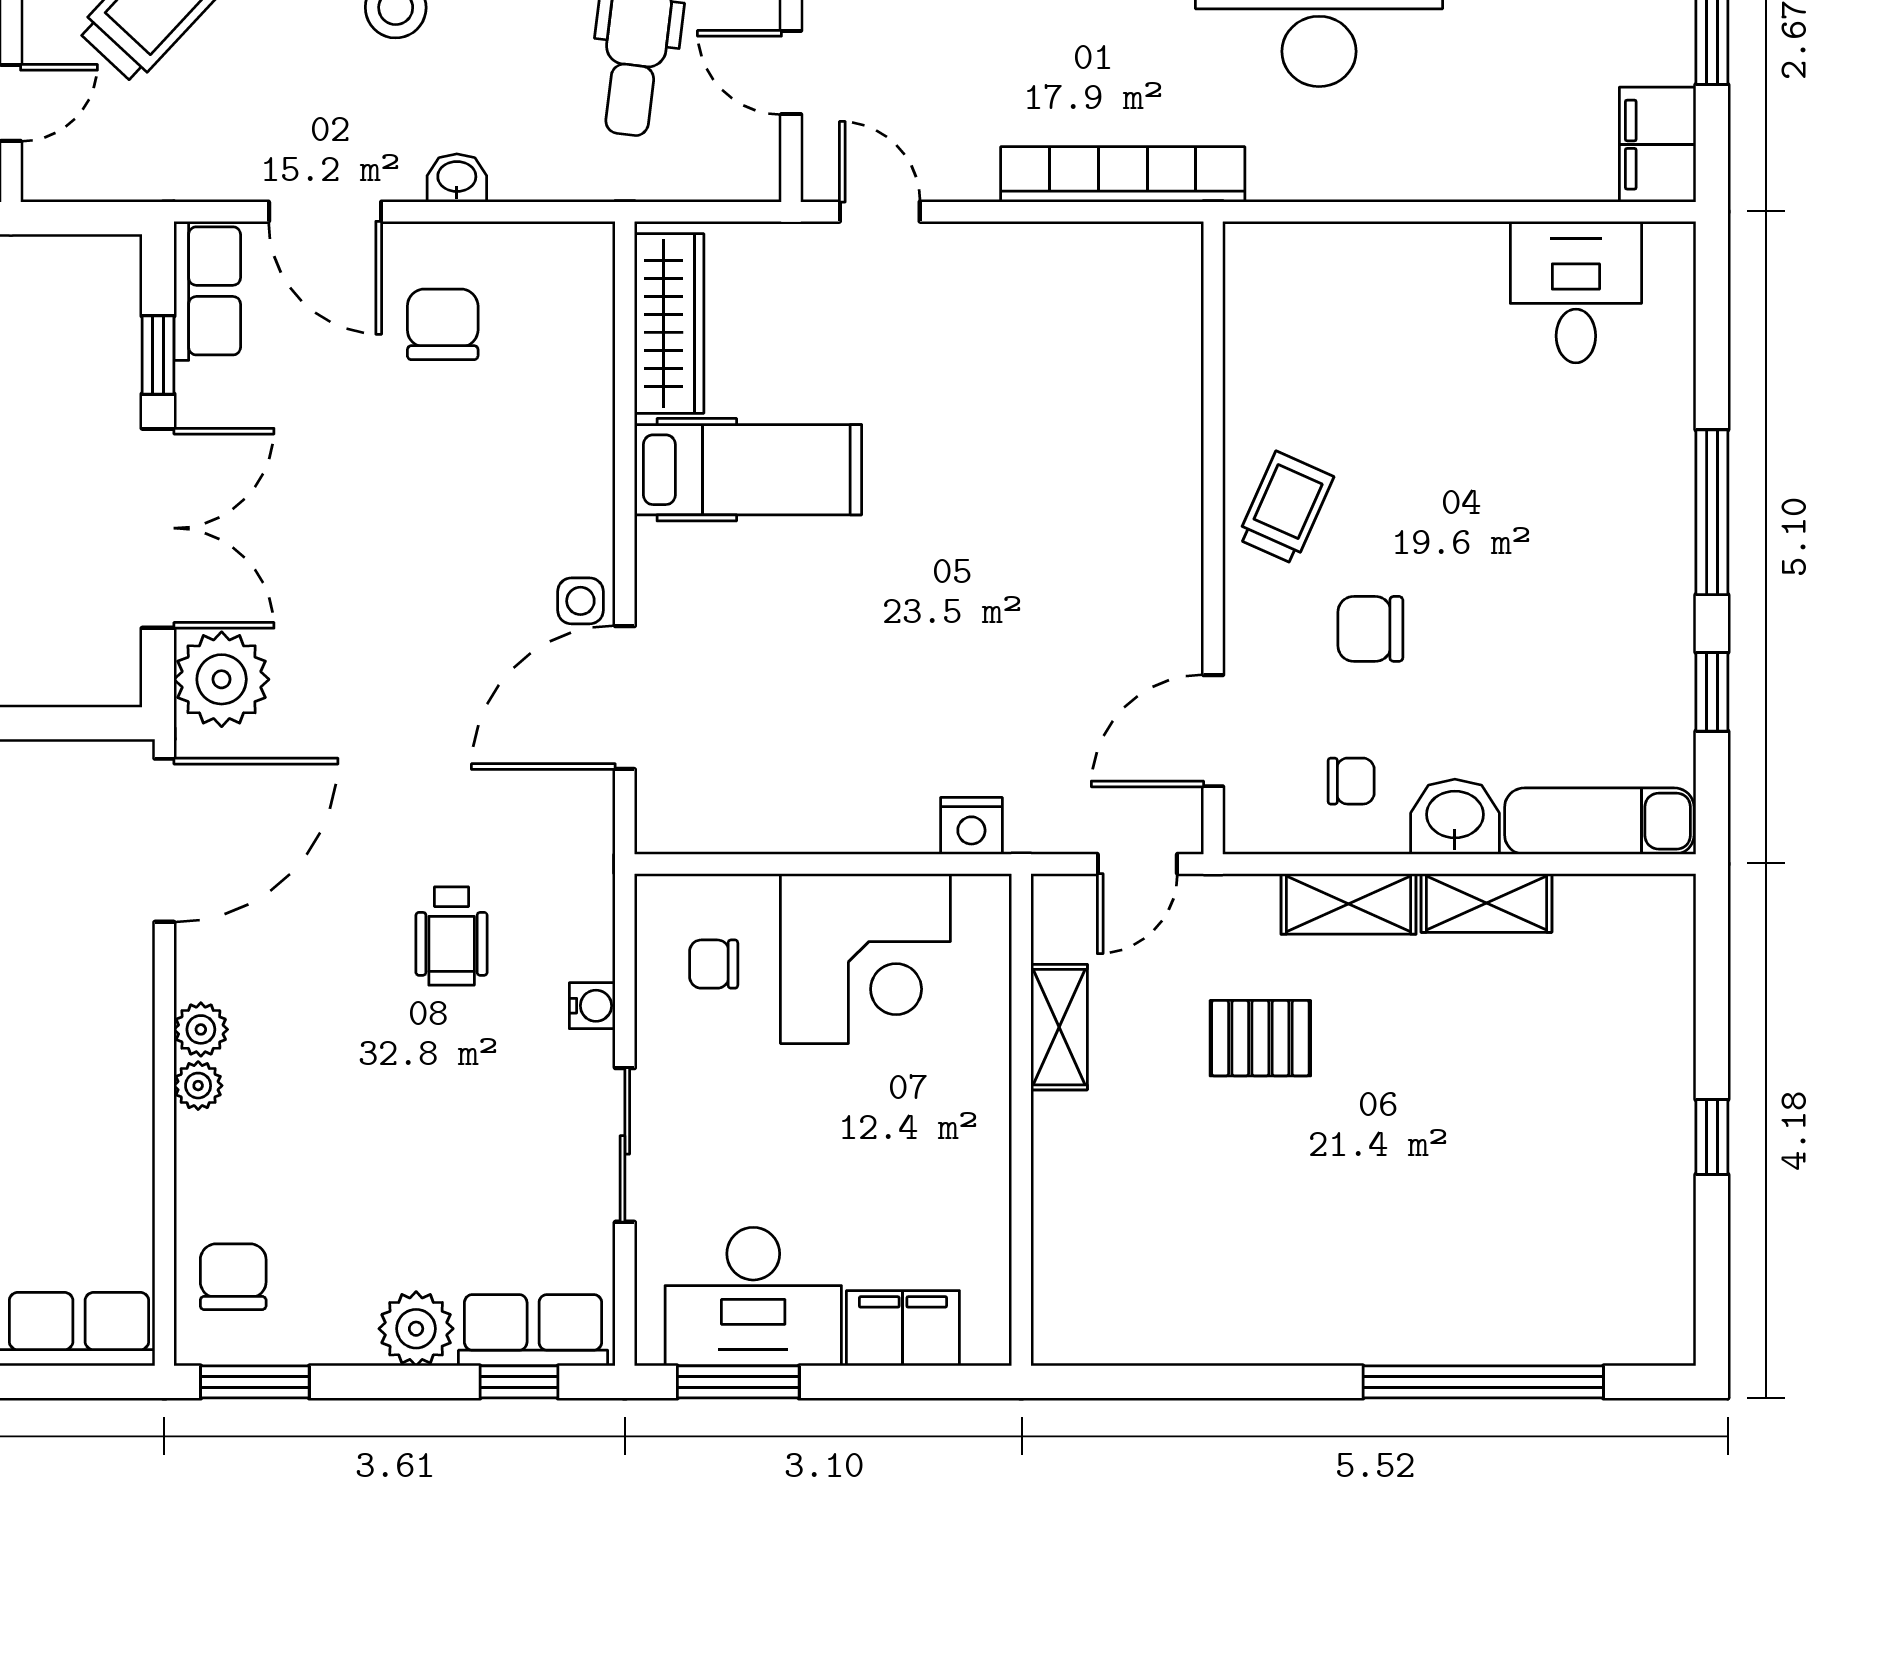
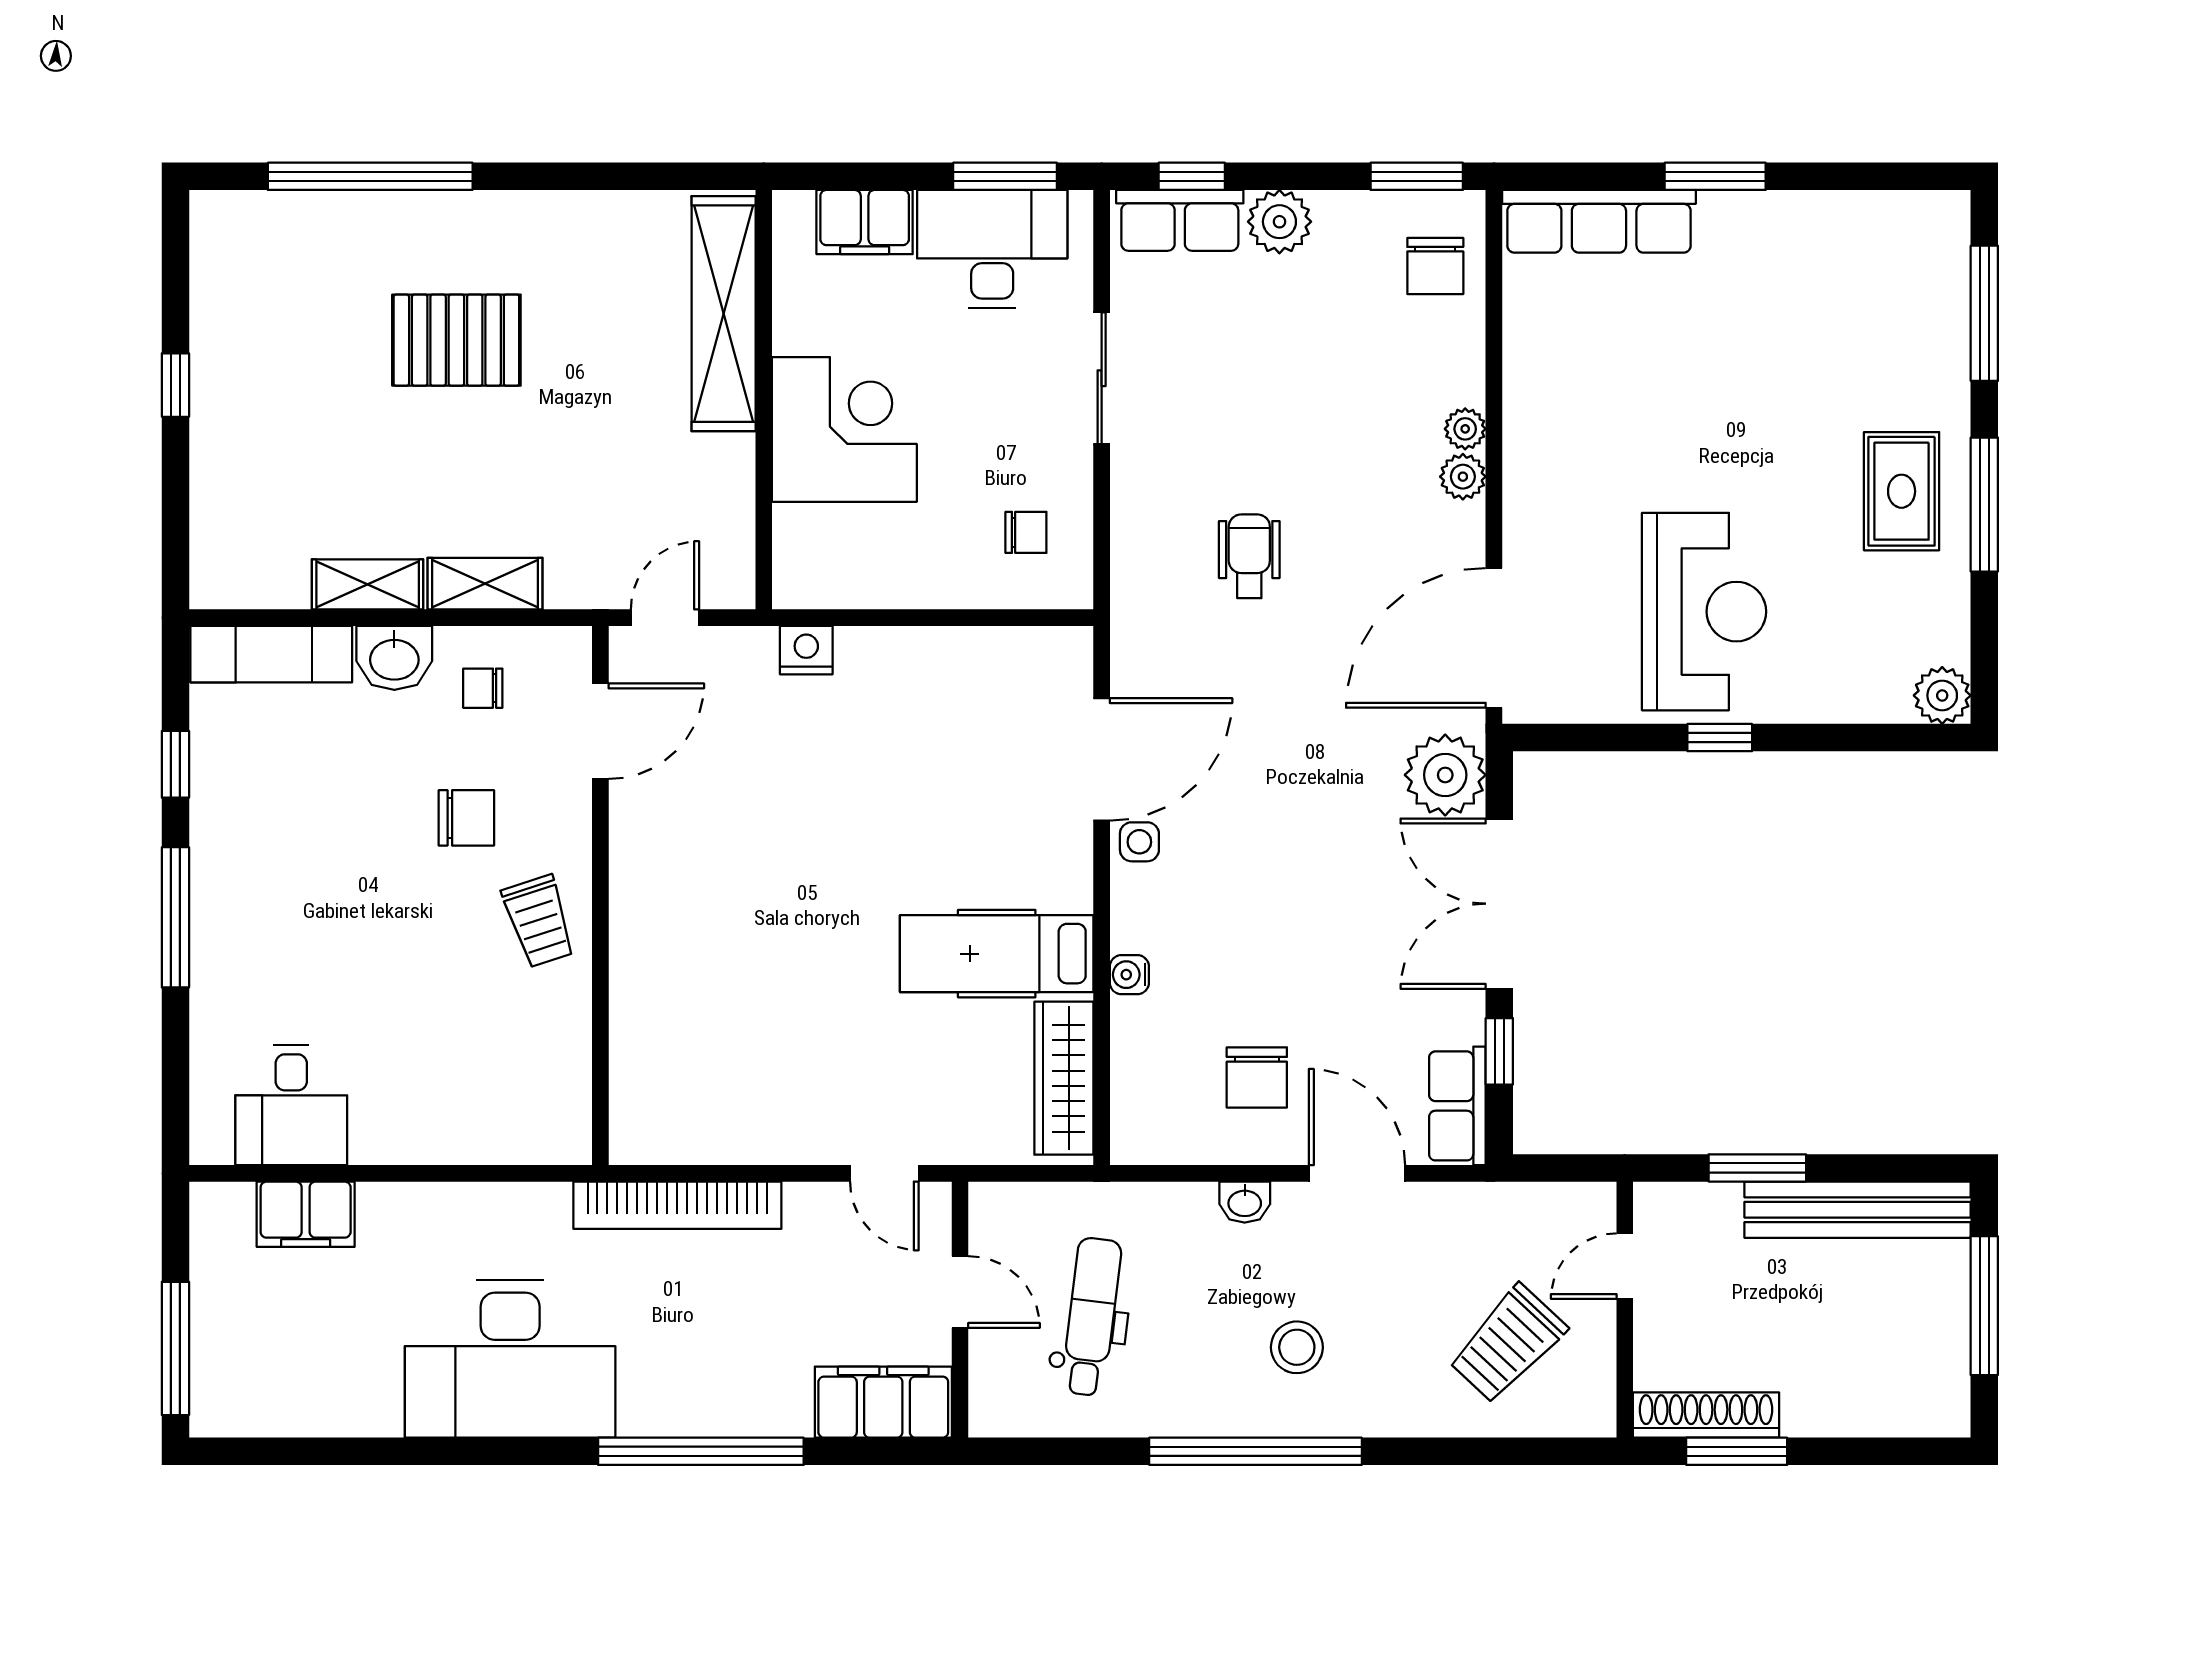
filing cabinet: (1658, 145) -> (306, 1214), moved, turned 90
trolley: (1285, 508) -> (539, 921), turned -42
corner desk: (865, 959) -> (844, 429), moved, turned 90
water cooler: (592, 1006) -> (1129, 975), moved
shelving: (1059, 1027) -> (724, 314), moved, width x2.20, depth x1.33
pallet: (1260, 1038) -> (456, 340), moved, width x1.50, depth x1.42

